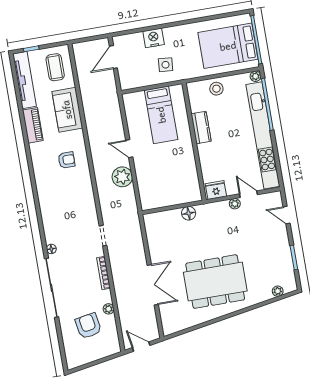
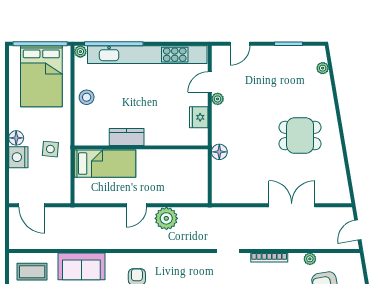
floor lamp: (170, 33) -> (16, 138), added
kitchen counter: (201, 128) -> (127, 137), moved
wall: (194, 142) -> (141, 147), moved
dining table: (215, 282) -> (300, 136), width x0.53, depth x0.80

